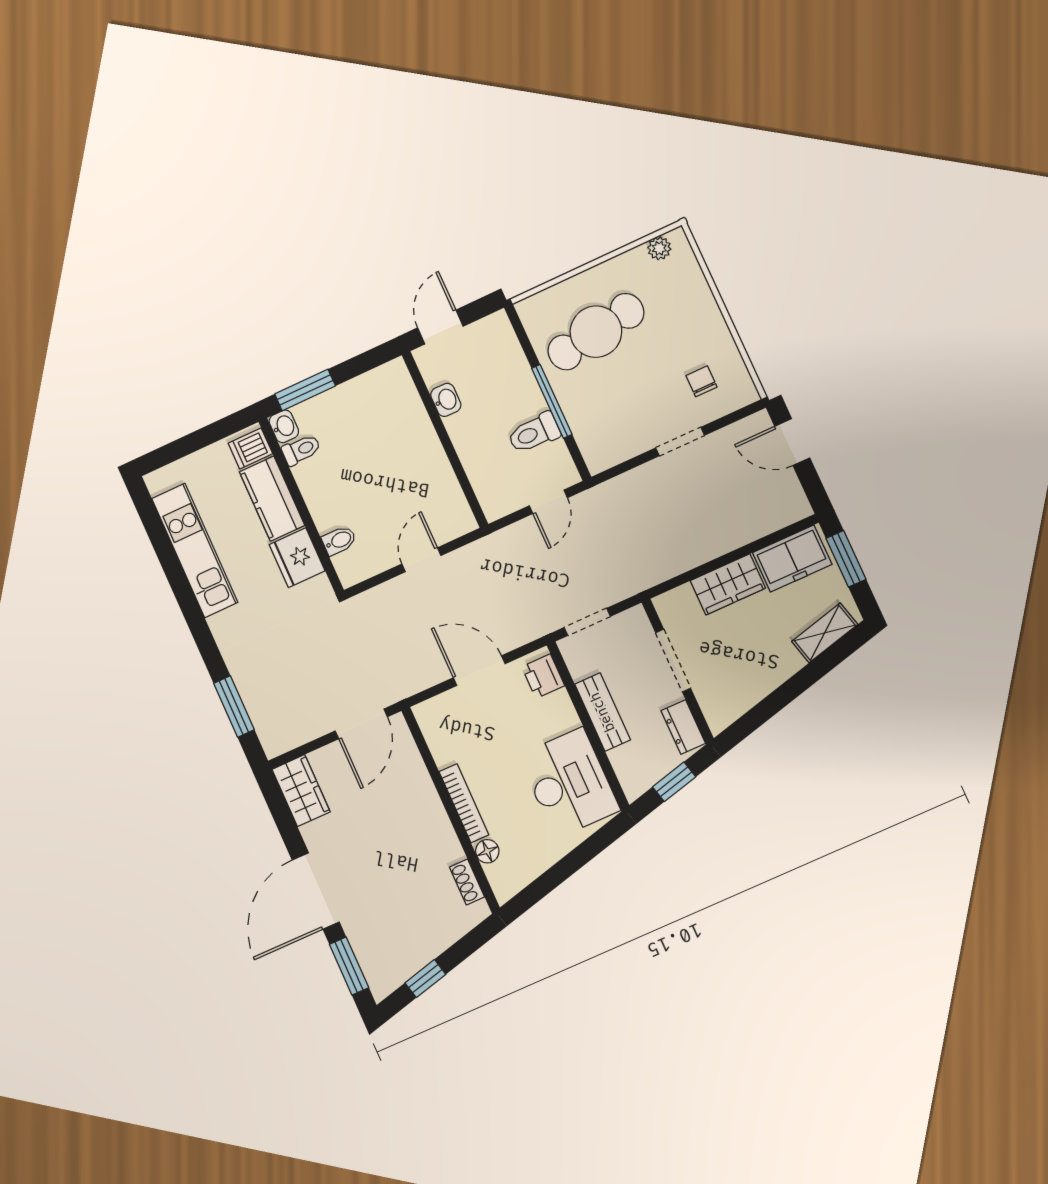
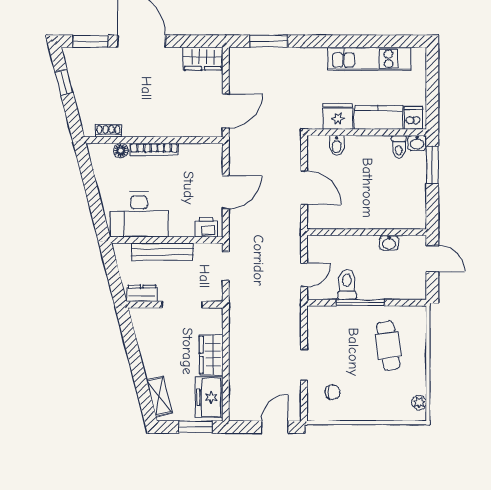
cafe table: (596, 332) -> (388, 346), width x0.73, depth x0.74
door: (548, 502) -> (304, 275), swing flipped
door: (421, 560) -> (304, 188), width x1.38
bench: (603, 712) -> (162, 252), width x1.36
door: (361, 724) -> (226, 111), swing flipped
window: (674, 782) -> (113, 274), removed

